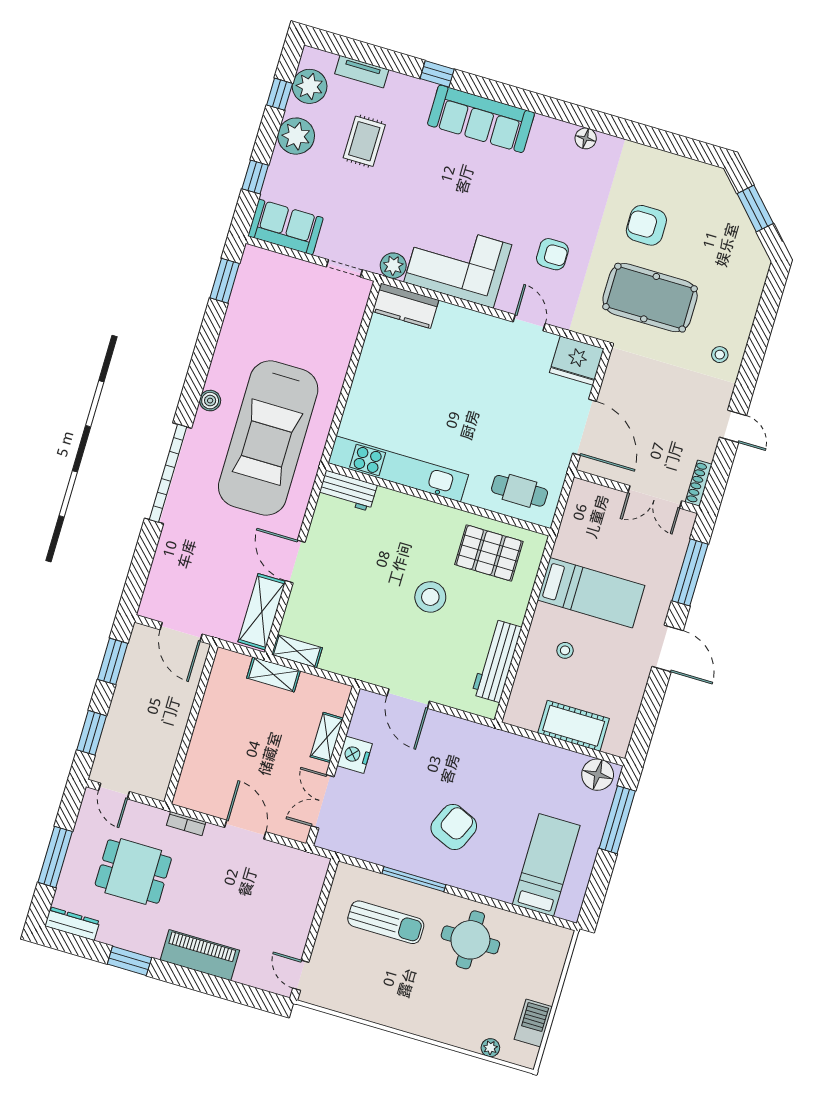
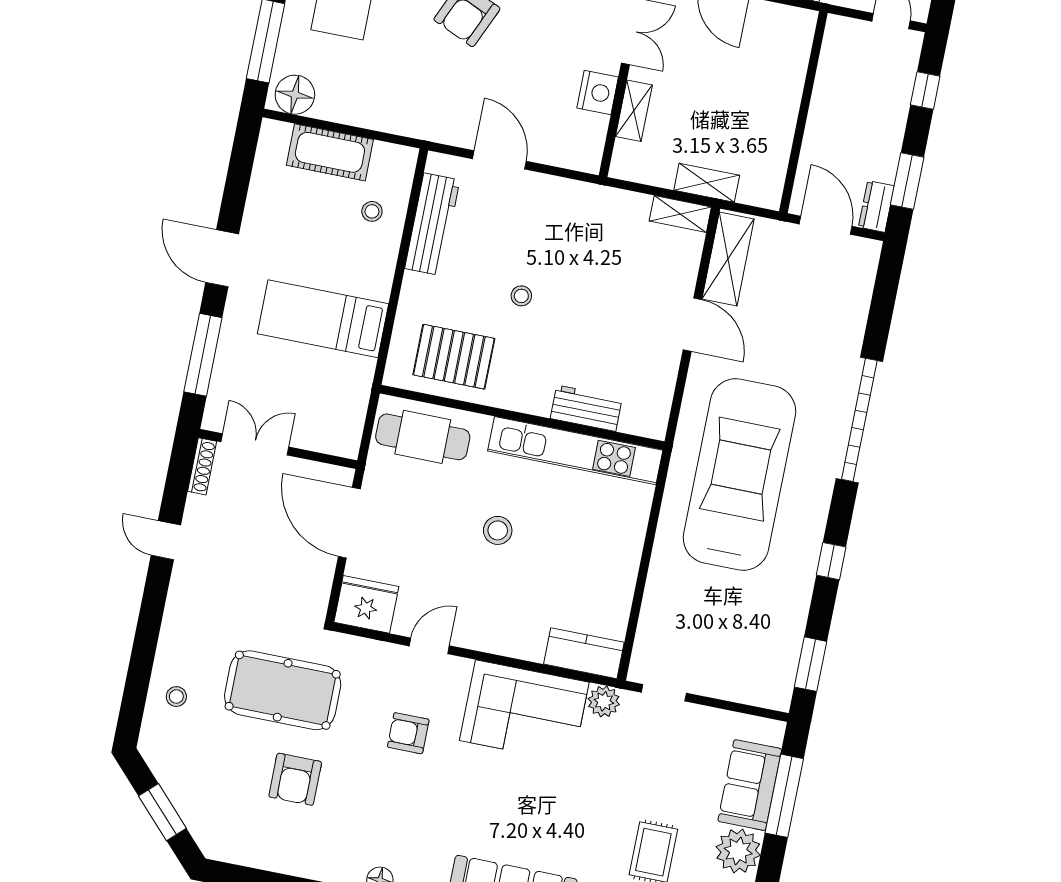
window: (255, 177) -> (784, 796), width x2.17
armchair: (646, 225) -> (295, 779), turned 90
sofa: (286, 227) -> (750, 785), moved, turned 90
door: (529, 323) -> (429, 646), swing flipped
stool: (720, 355) -> (176, 697), moved
window: (201, 362) -> (831, 561), added
boiler: (210, 401) -> (815, 514), removed
stool: (466, 410) -> (498, 530), added
workbench: (348, 491) -> (586, 408), moved
cafe table: (520, 491) -> (423, 437), width x1.37, depth x1.35
stool: (430, 597) -> (521, 296), width x0.53, depth x0.53
dresser: (139, 643) -> (876, 206), added
stool: (565, 650) -> (372, 211), moved
door: (408, 699) -> (499, 160), moved
window: (92, 733) -> (925, 90), width x0.67

